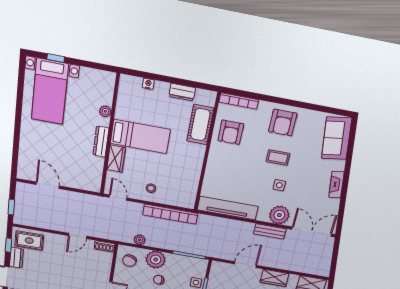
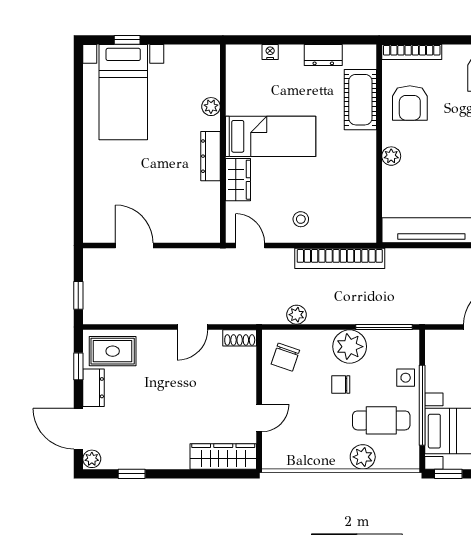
plant: (213, 162) -> (391, 156), added
plant: (156, 260) -> (350, 347), moved

